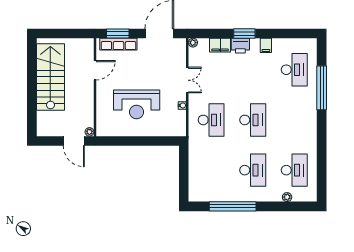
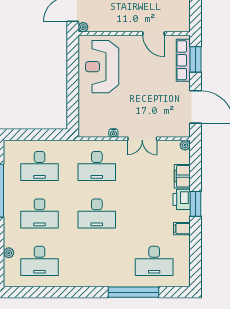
reception desk: (137, 104) -> (102, 67), moved
desk: (211, 170) -> (40, 166), added

